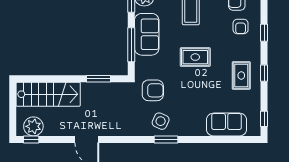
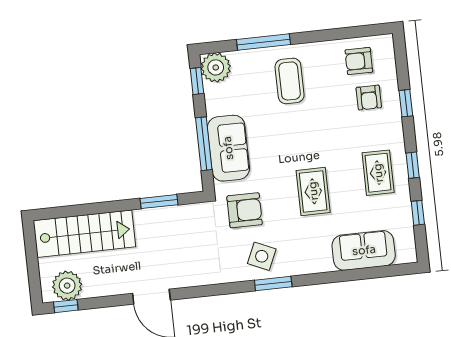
sofa: (147, 34) -> (228, 148), moved
rug: (195, 57) -> (313, 191), moved, turned 90
window: (264, 119) -> (418, 213), moved

